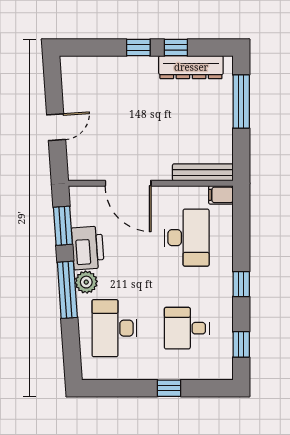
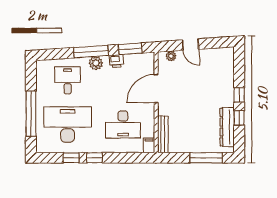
plant: (75, 159) -> (171, 56), added
printer: (88, 248) -> (116, 61), width x0.53, depth x0.68
desk: (114, 328) -> (68, 80), width x0.73
desk: (187, 328) -> (68, 124), width x1.87, depth x1.30
window: (241, 344) -> (71, 158), moved
window: (169, 388) -> (31, 114), width x3.17

